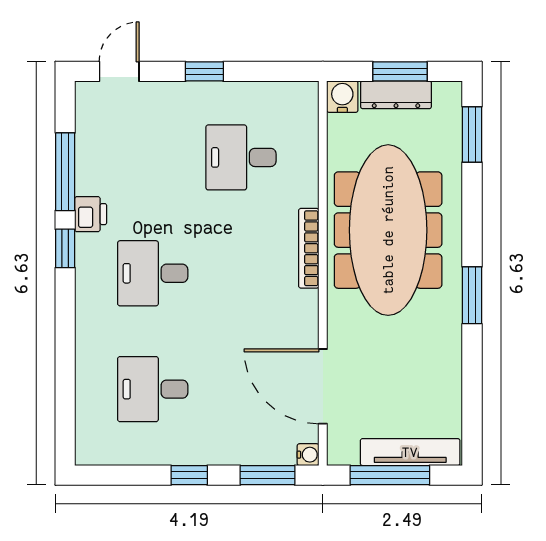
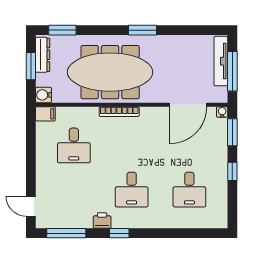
window: (204, 71) -> (31, 164), removed
dresser: (396, 95) -> (43, 55), moved
filing cabinet: (304, 100) -> (45, 114), added
window: (65, 172) -> (66, 233), moved

